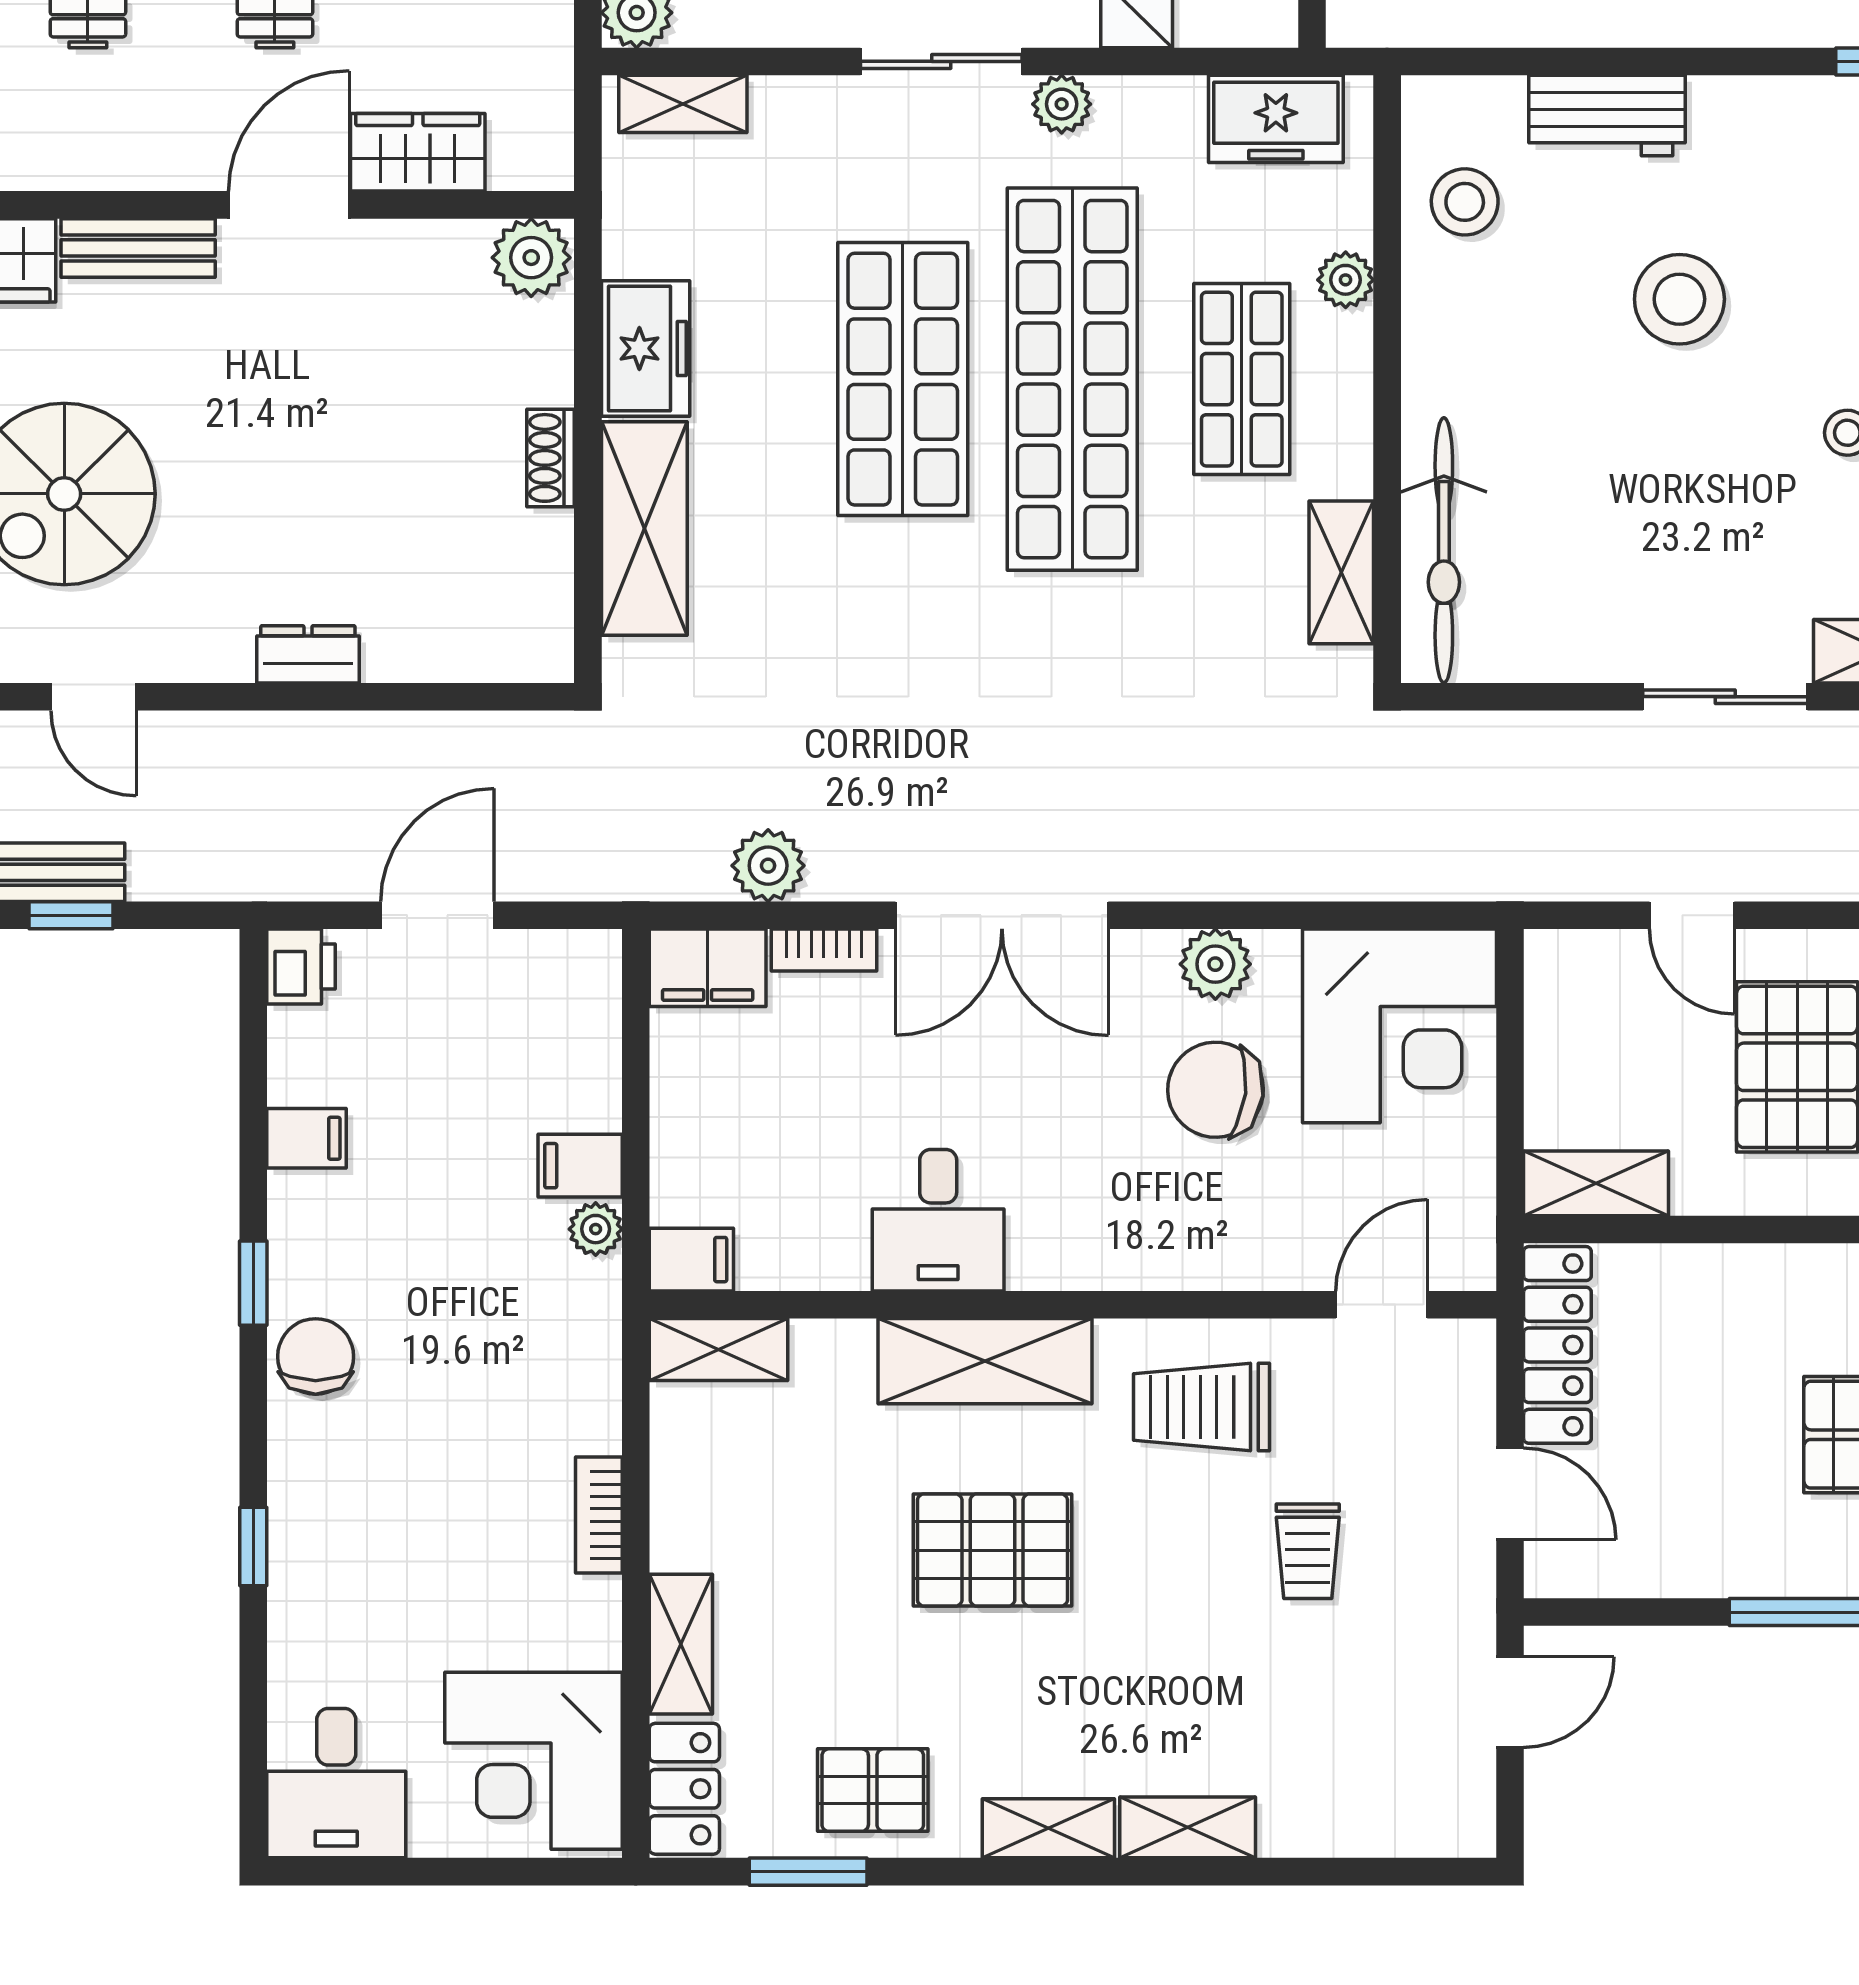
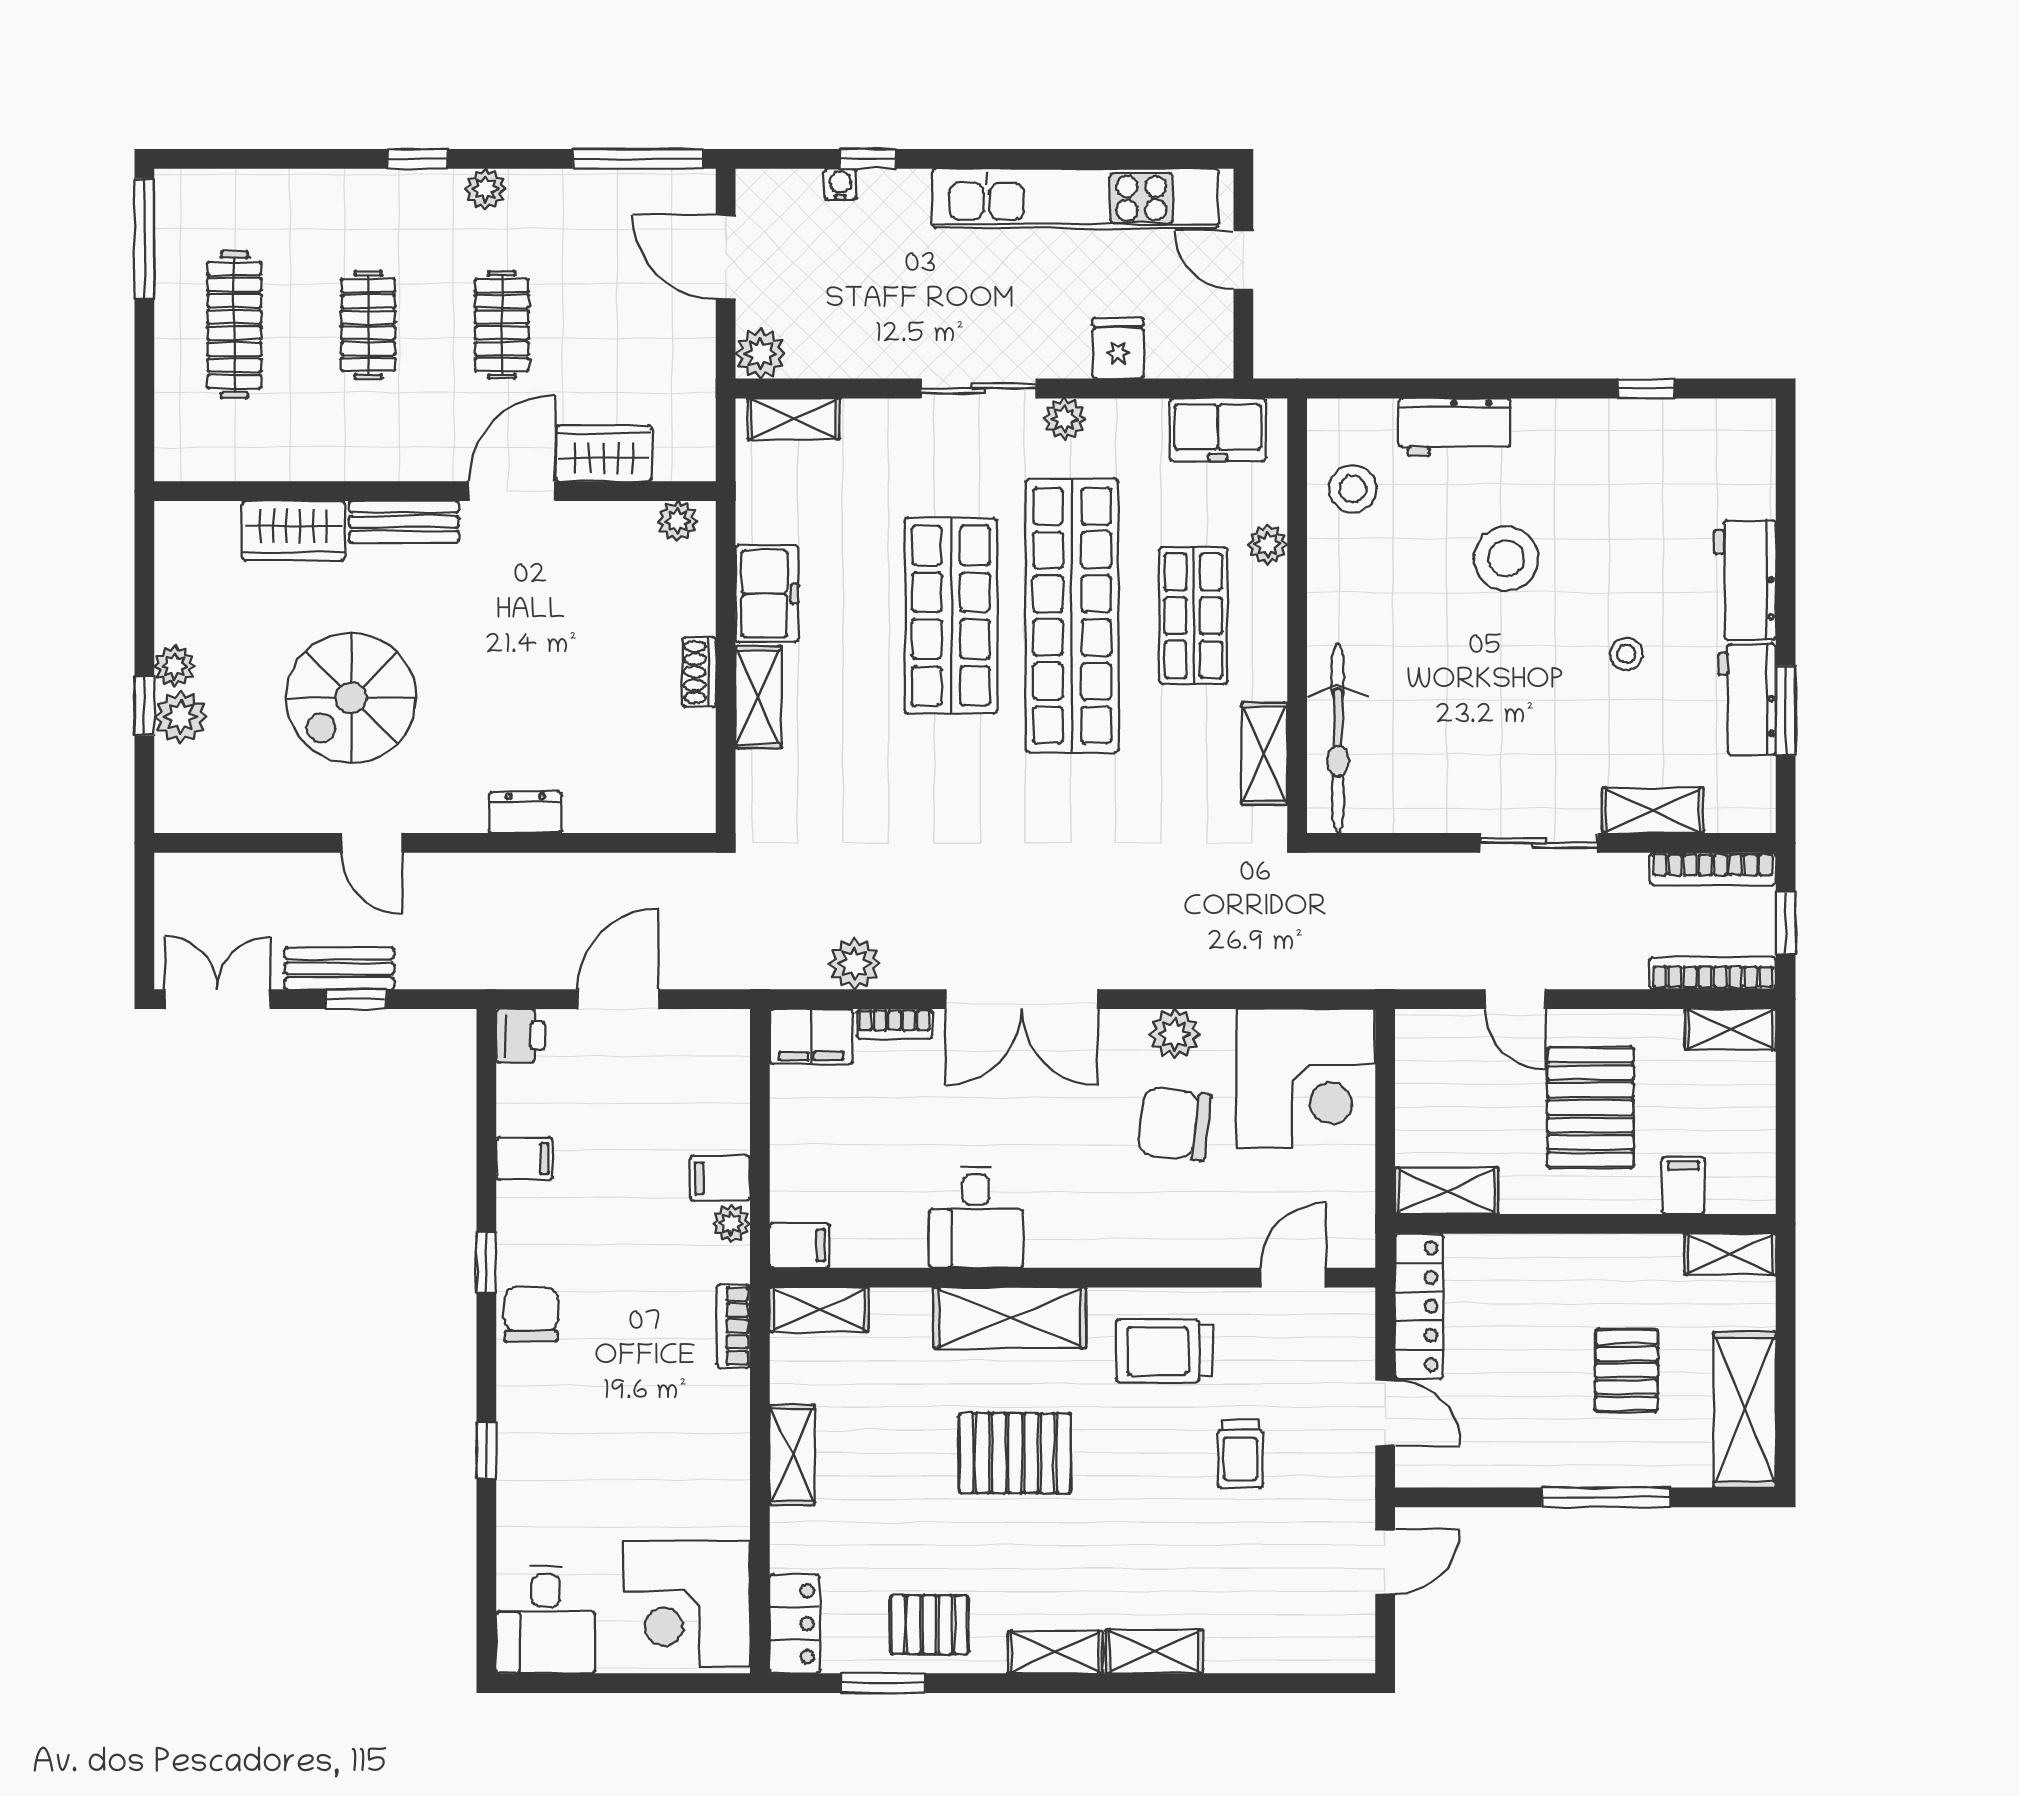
plant: (531, 258) -> (678, 521), width x0.73, depth x0.73
shelving: (644, 529) -> (758, 697), width x0.67, depth x0.75
bookcase: (599, 1515) -> (733, 1326), moved
shelving: (681, 1644) -> (792, 1455), moved

